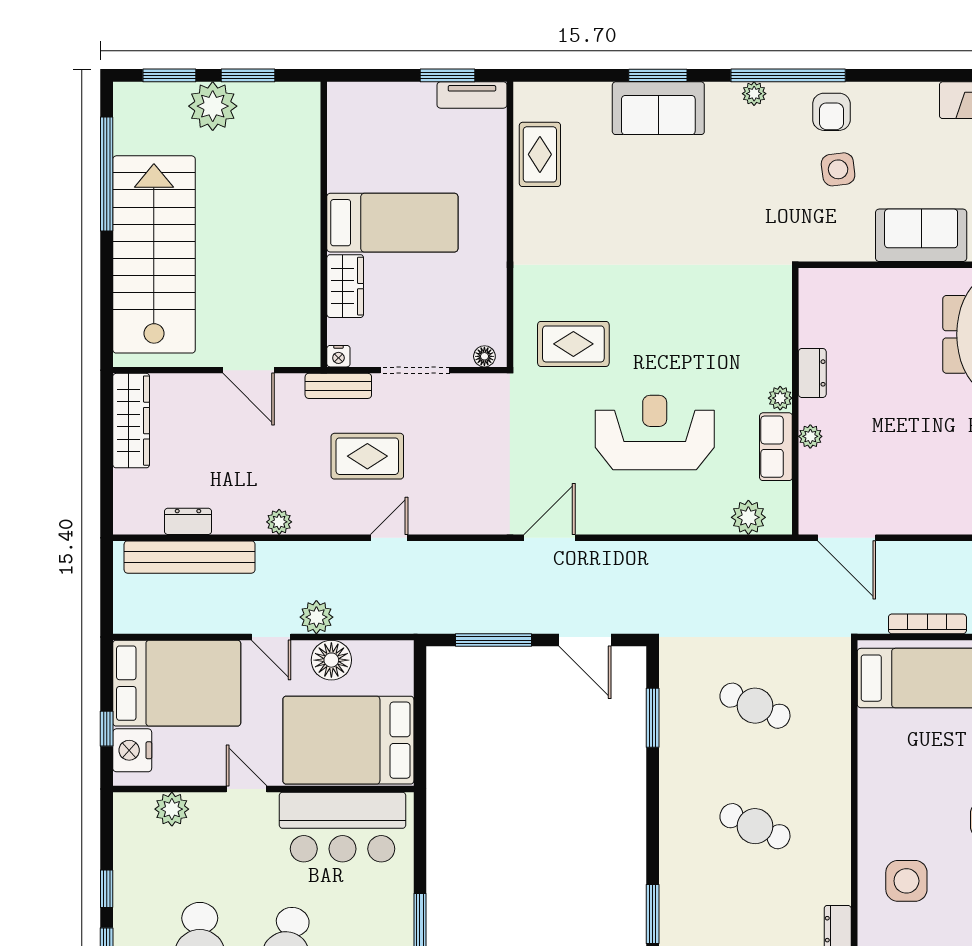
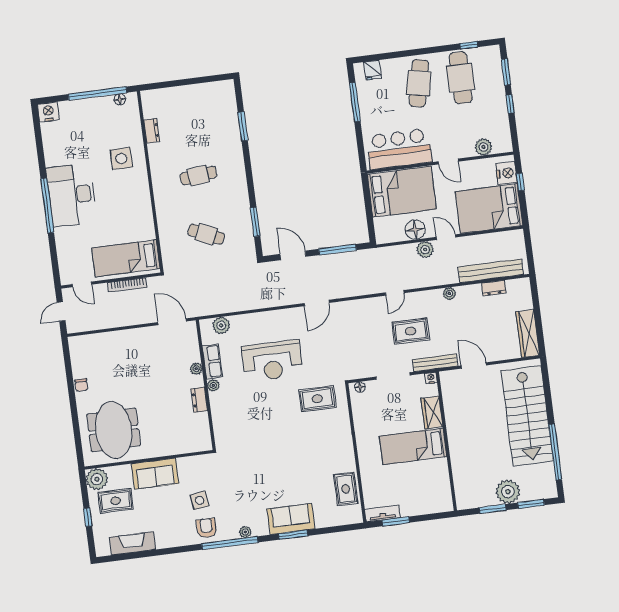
bench: (338, 386) -> (435, 363), width x1.36
cafe table: (755, 826) -> (198, 176), turned -30

